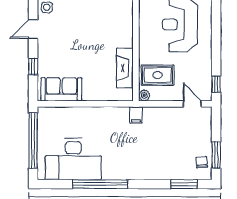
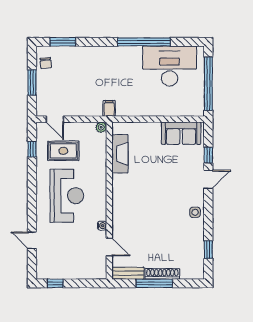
door: (33, 29) -> (208, 179), moved
rug: (158, 75) -> (63, 151), moved
window: (216, 84) -> (32, 149), moved
window: (216, 155) -> (32, 83), moved

